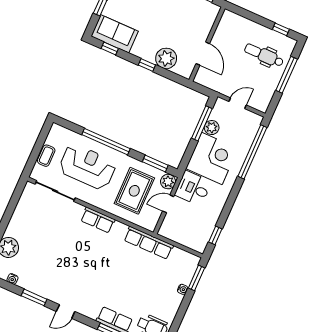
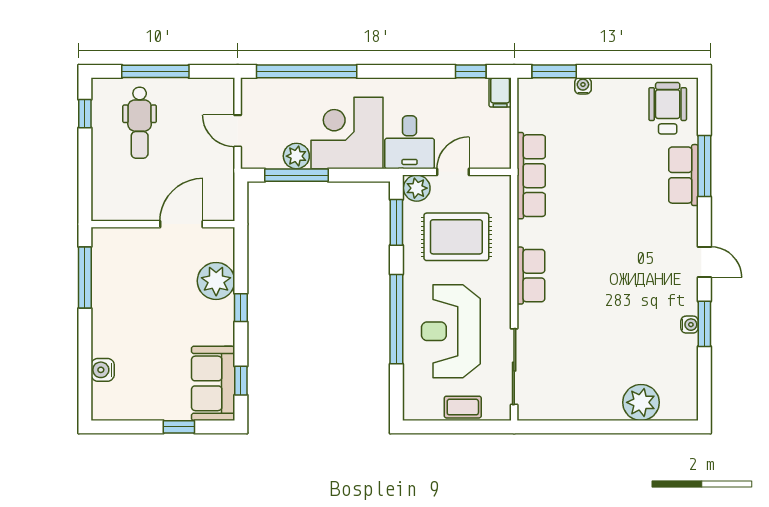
door: (168, 204) -> (453, 172), swing flipped
filing cabinet: (198, 246) -> (500, 92), added
water cooler: (12, 279) -> (690, 325), moved

